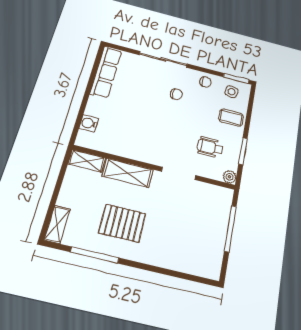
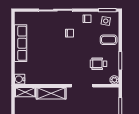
row of seats: (106, 72) -> (21, 43), moved
water cooler: (89, 123) -> (20, 79), moved

